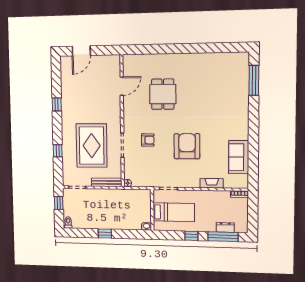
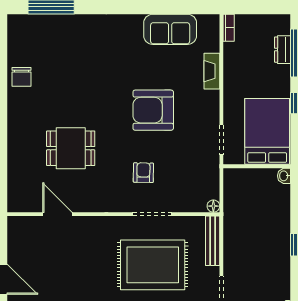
chair: (208, 62) -> (21, 77), added
bed: (174, 212) -> (267, 131), width x1.50

